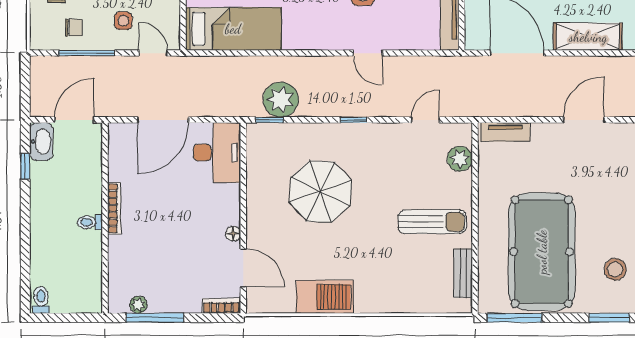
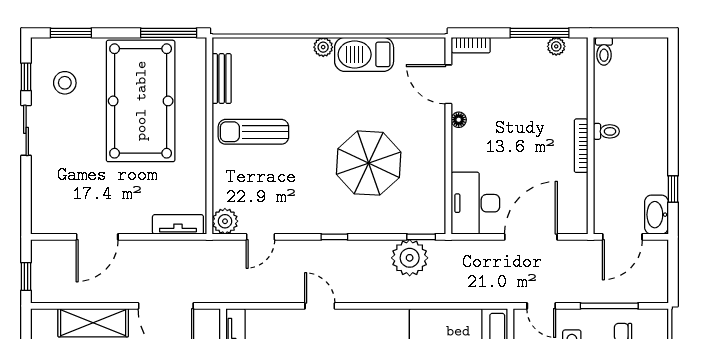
plant: (460, 159) -> (225, 221), moved
toilet: (41, 300) -> (604, 51), moved
plant: (365, 304) -> (323, 47), added

